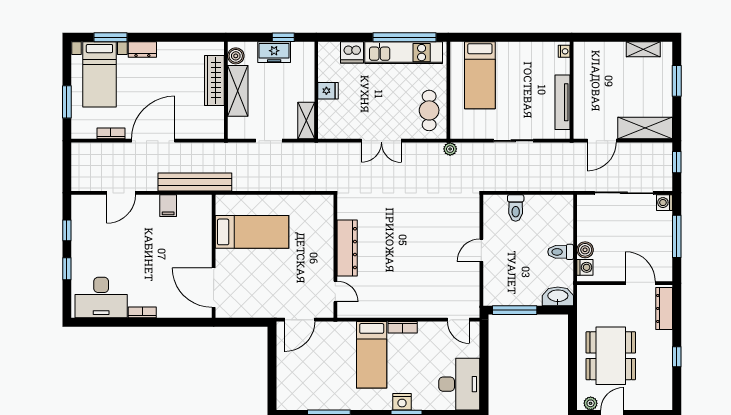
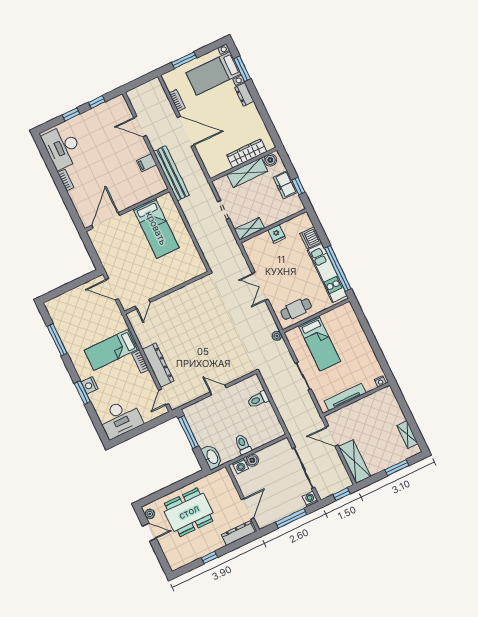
bed: (480, 75) -> (319, 343), moved, turned -90
dresser: (347, 248) -> (158, 365), moved, turned -90

